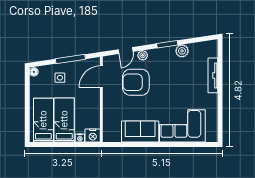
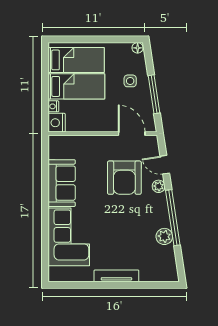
window: (167, 44) -> (173, 218), width x2.11
tv unit: (213, 75) -> (116, 276), moved
armchair: (136, 82) -> (124, 178), turned 180

